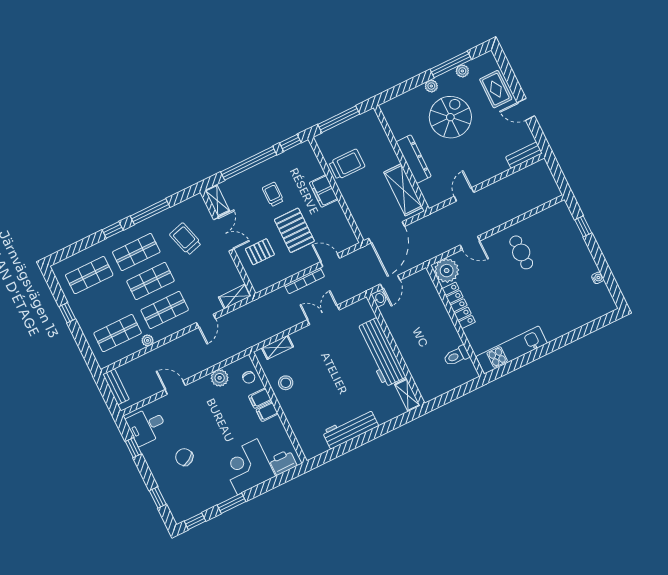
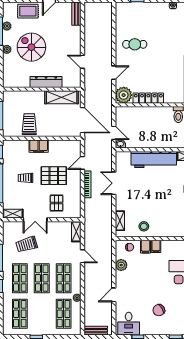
double door: (224, 234) -> (35, 220), swing flipped

